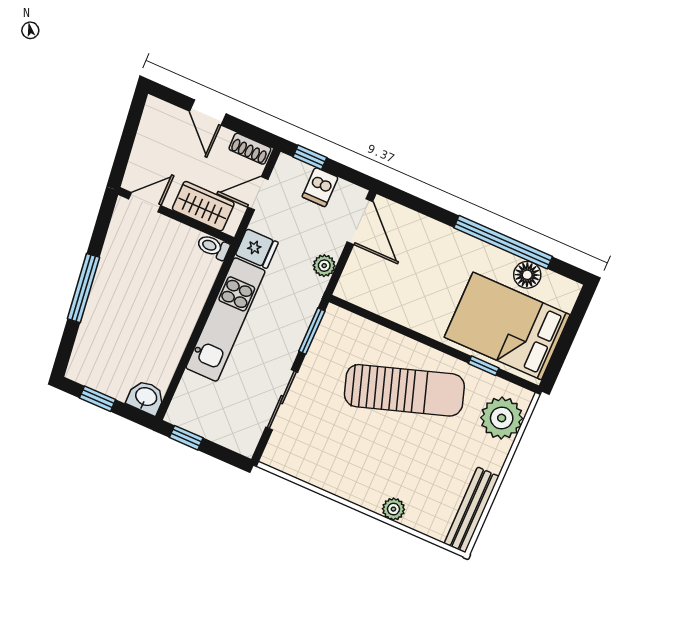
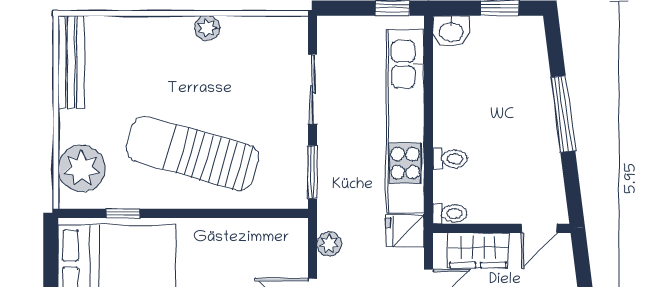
toilet: (193, 292) -> (450, 159), added
kitchen unit: (226, 319) -> (405, 121), width x1.36
sun lounger: (404, 390) -> (192, 153), turned 34
plant: (393, 509) -> (207, 28), moved

